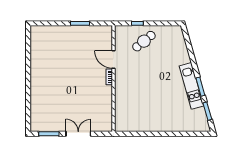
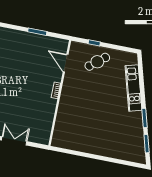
door: (113, 59) -> (66, 63), moved
kitchen unit: (191, 86) -> (134, 88), moved

